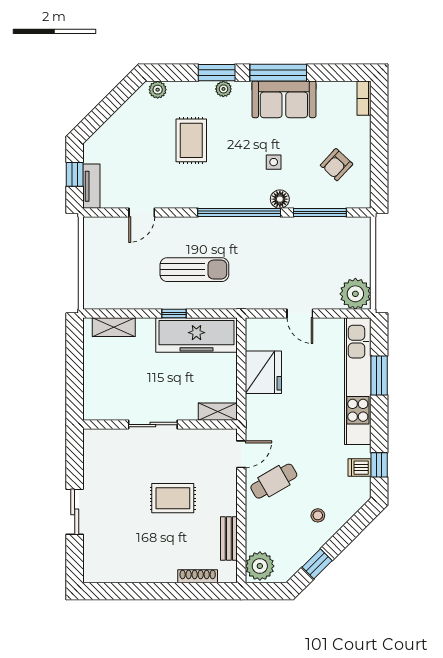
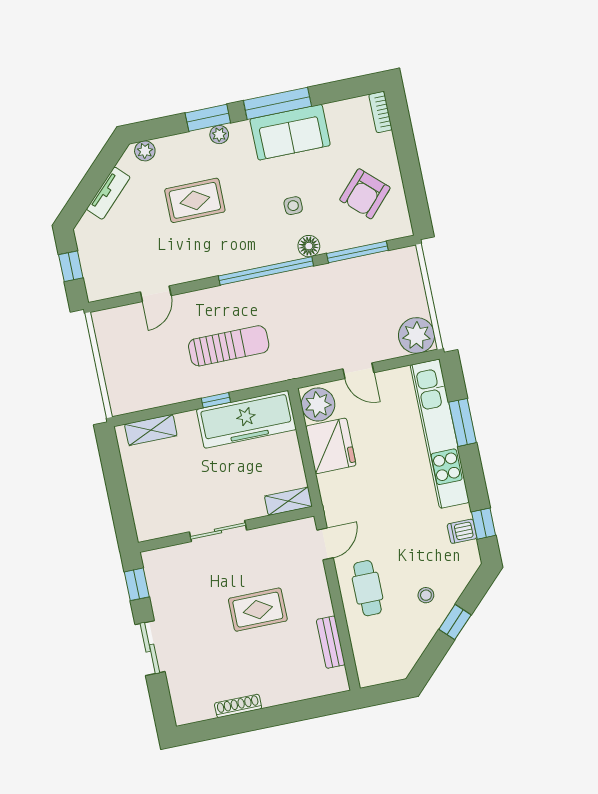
rug: (191, 140) -> (195, 200), turned 90
armchair: (337, 165) -> (365, 194), width x1.38, depth x1.38
tv unit: (91, 186) -> (108, 193), moved, turned 45
window: (75, 455) -> (137, 584), added
cafe table: (274, 481) -> (368, 588), moved, turned -60
window: (317, 564) -> (455, 622), moved
plant: (260, 566) -> (318, 404), moved
shoe rack: (198, 576) -> (238, 706), moved

